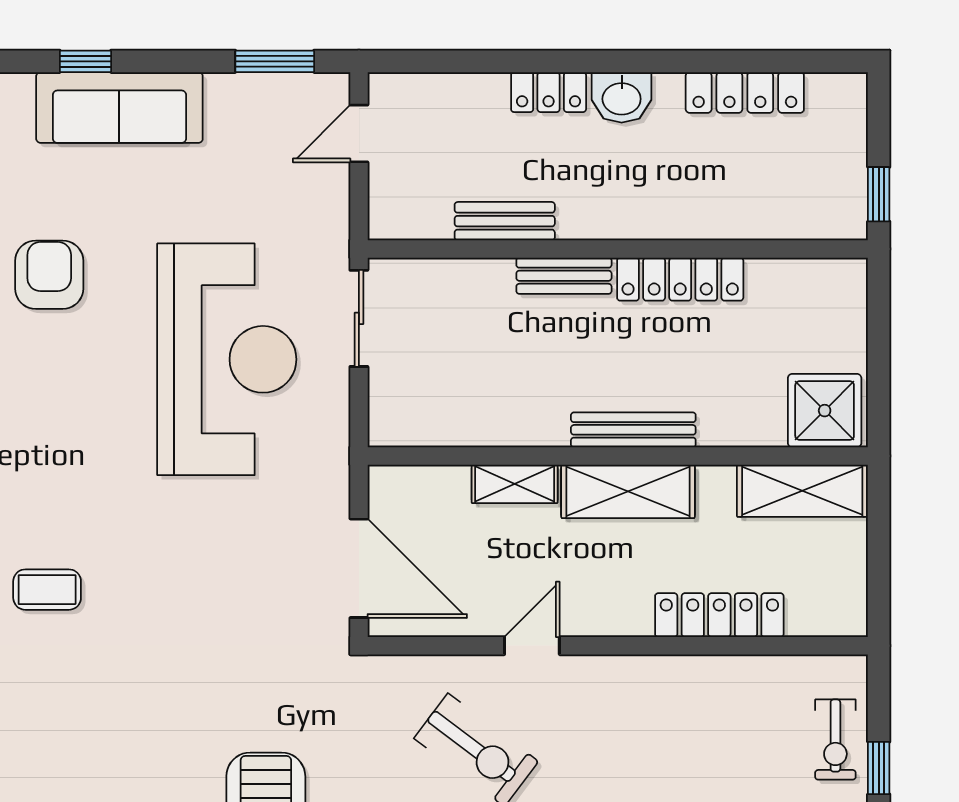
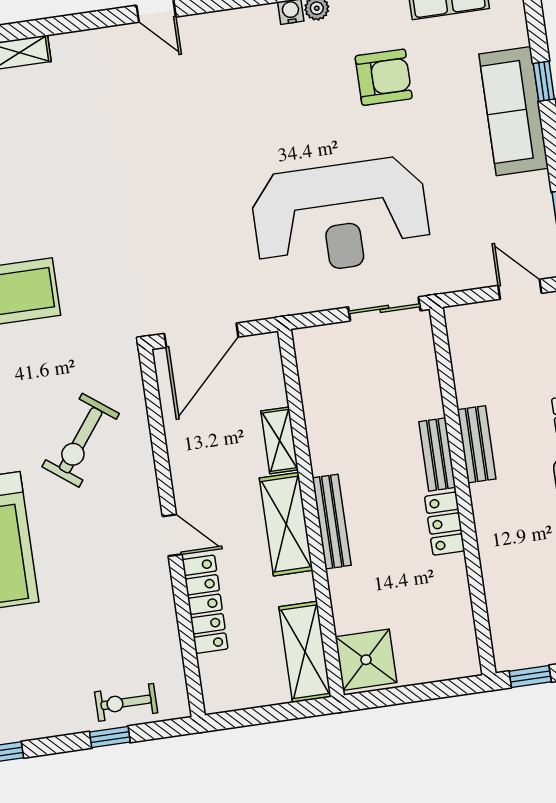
bench: (505, 221) -> (477, 444), moved
locker: (680, 279) -> (445, 524), width x0.66
coffee table: (47, 590) -> (153, 109), removed
door: (532, 646) -> (172, 535), moved

